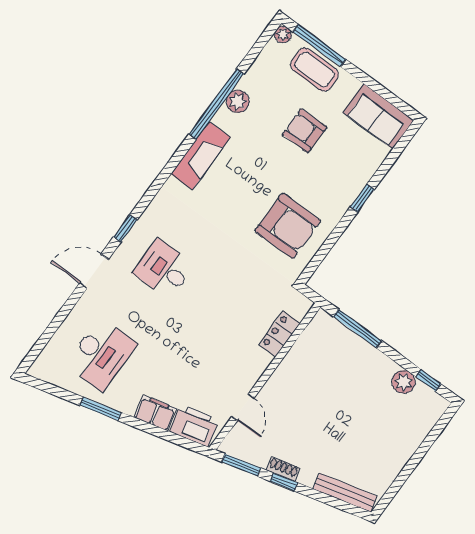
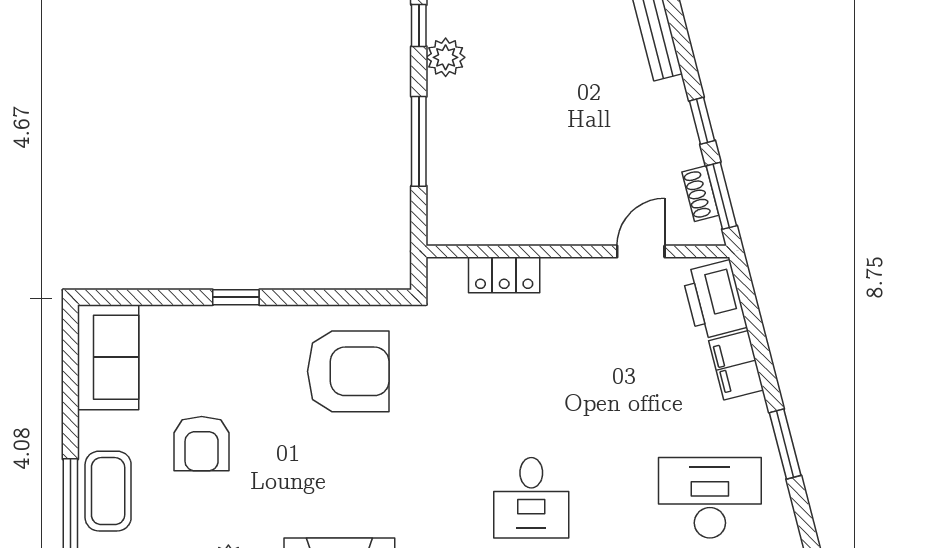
armchair: (288, 226) -> (348, 371), turned 90
window: (357, 329) -> (419, 141), moved
shoe rack: (283, 469) -> (700, 194), moved

